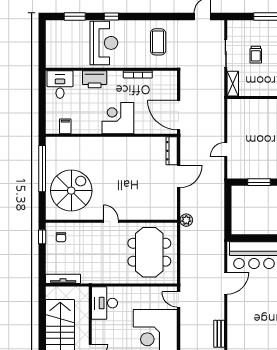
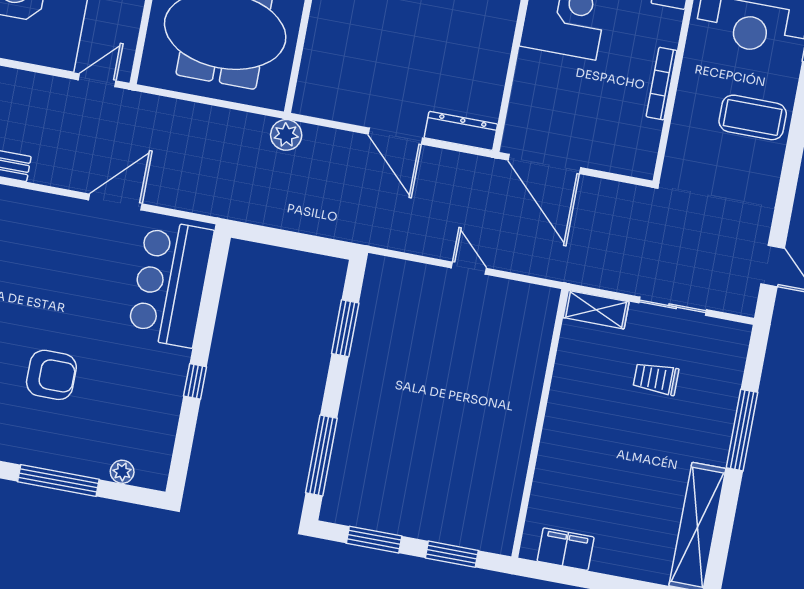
coffee table: (158, 42) -> (753, 117), moved
door: (179, 115) -> (544, 164), swing flipped
door: (226, 150) -> (469, 268), moved
door: (226, 283) -> (115, 202), swing flipped

